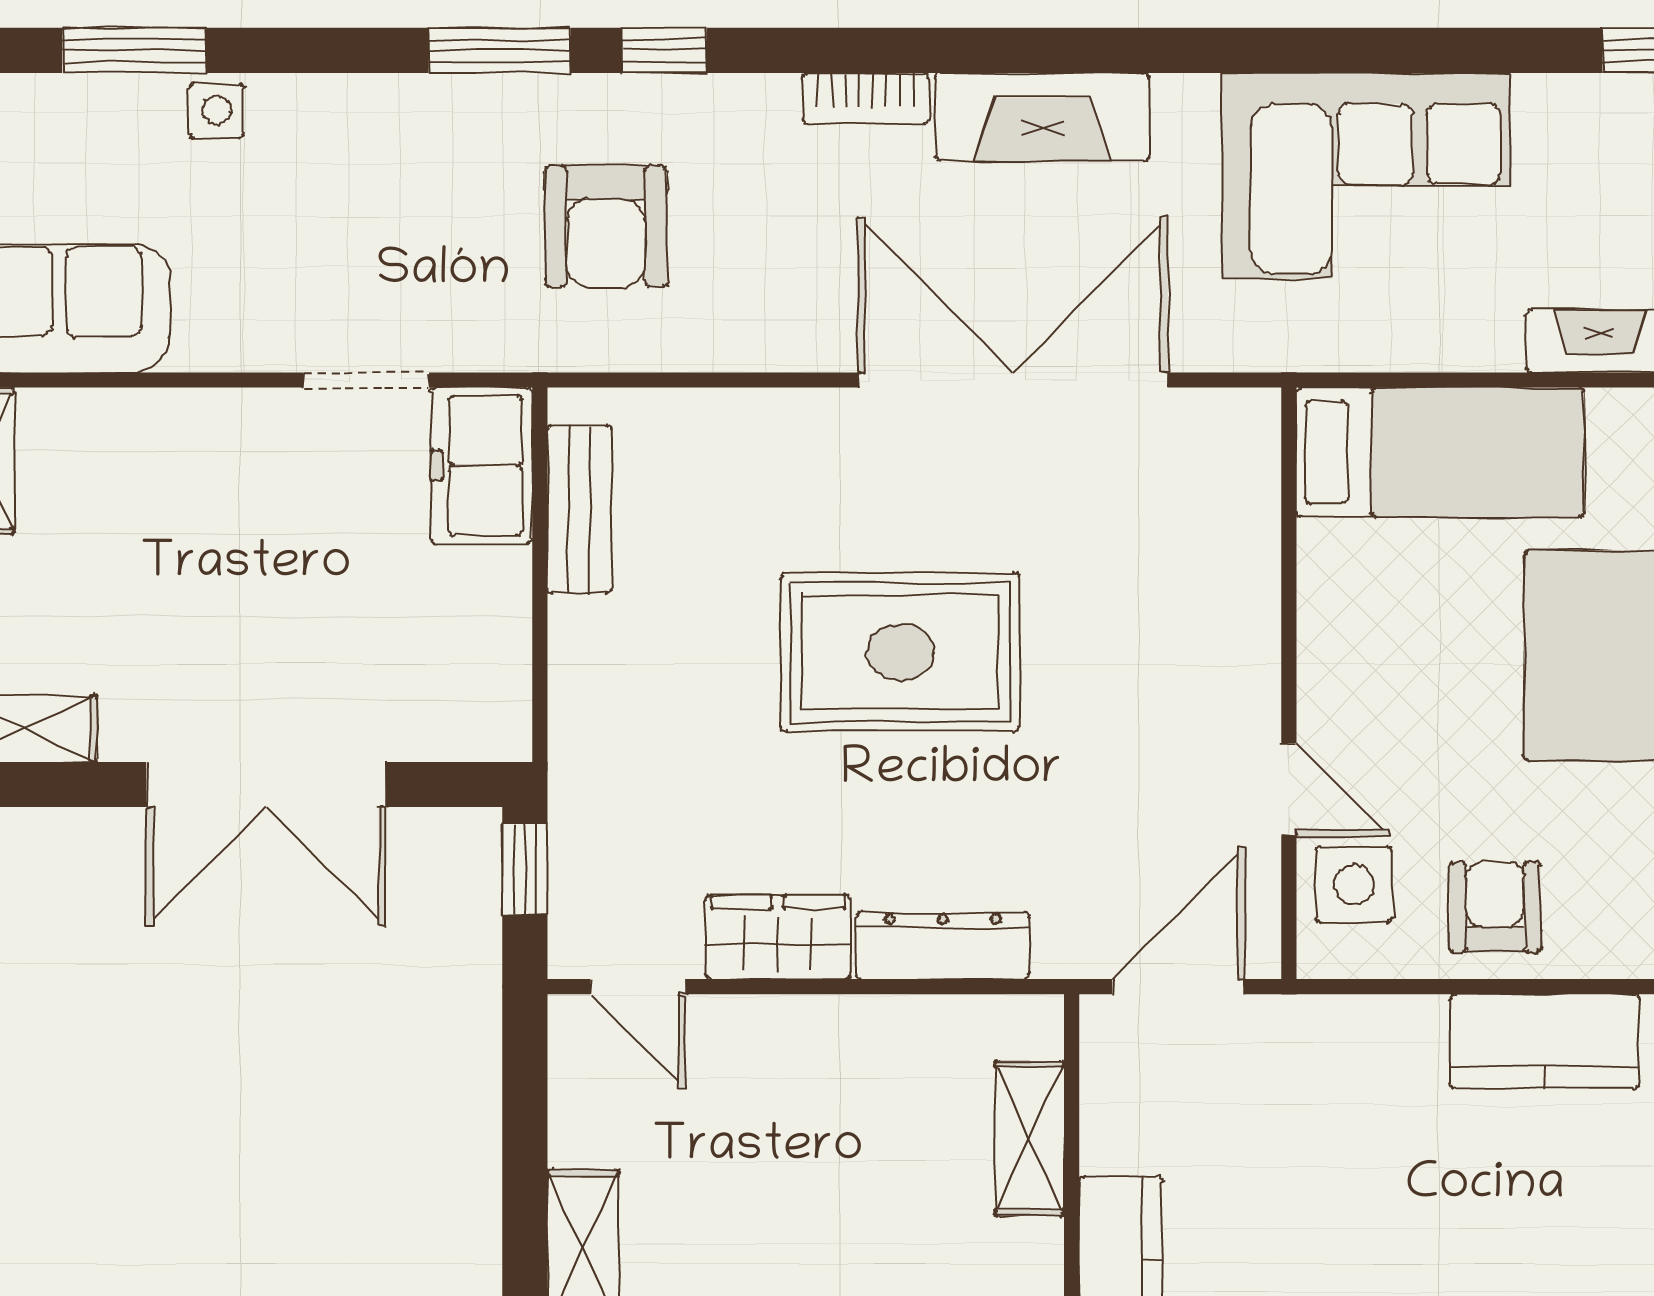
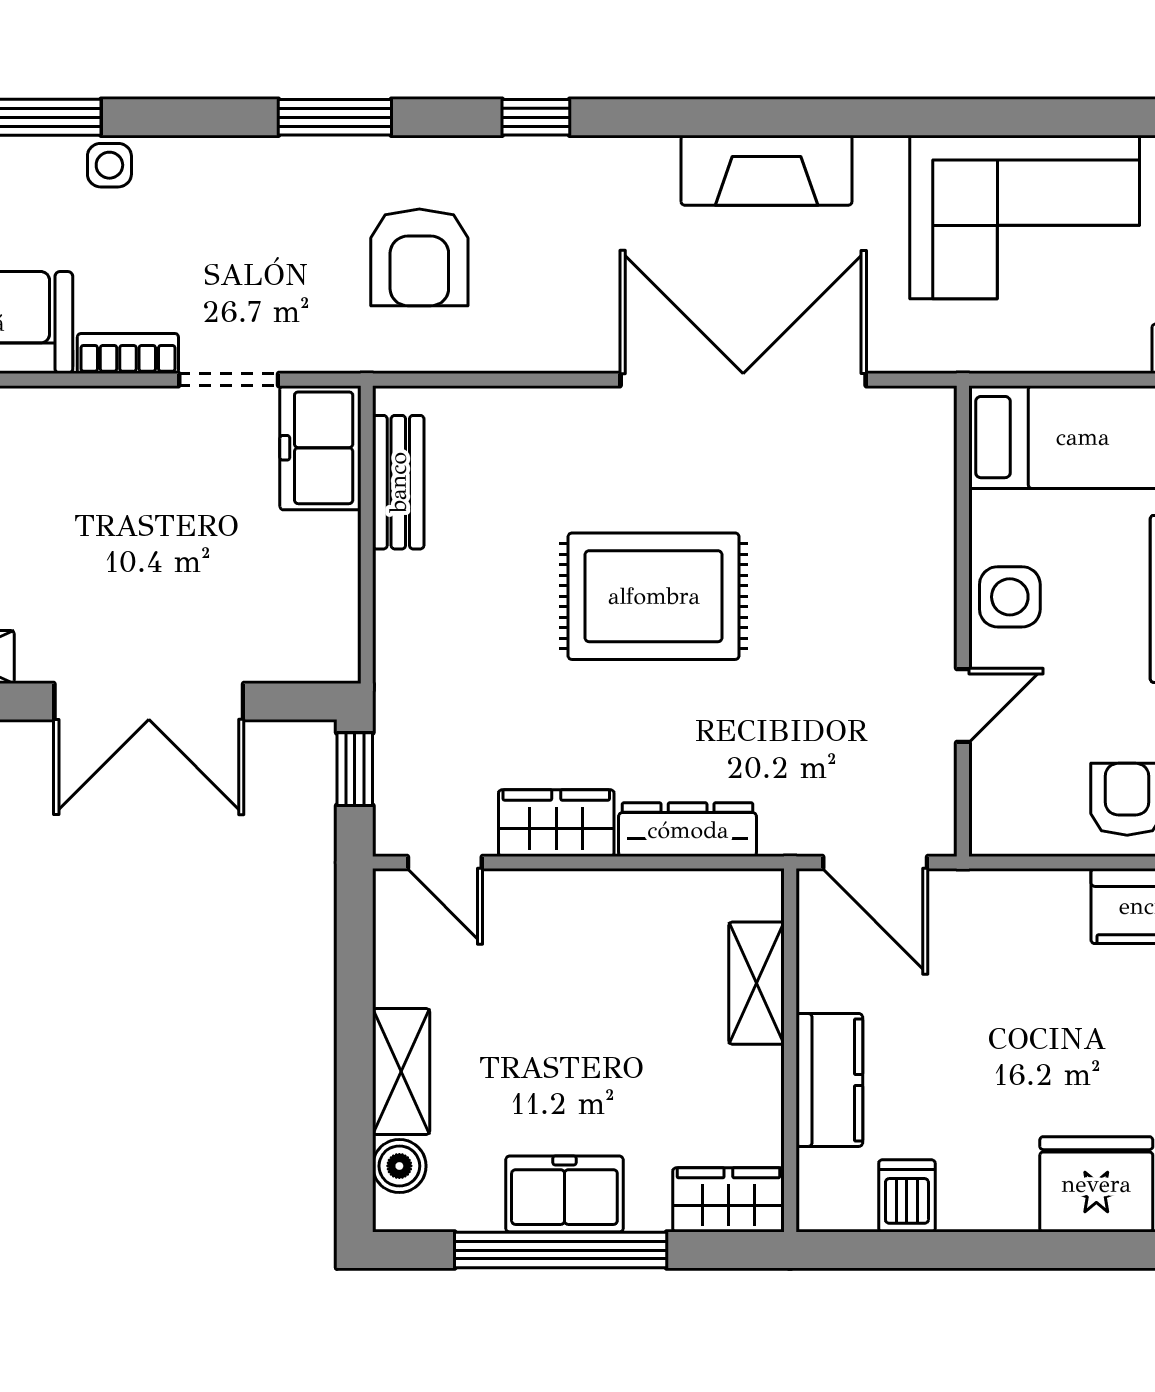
window: (664, 50) -> (536, 117), moved
bookcase: (865, 98) -> (128, 353), moved, turned 180
door: (1289, 790) -> (963, 706), hinge flipped
side table: (1354, 884) -> (1010, 597), moved
door: (1179, 987) -> (875, 863), swing flipped

